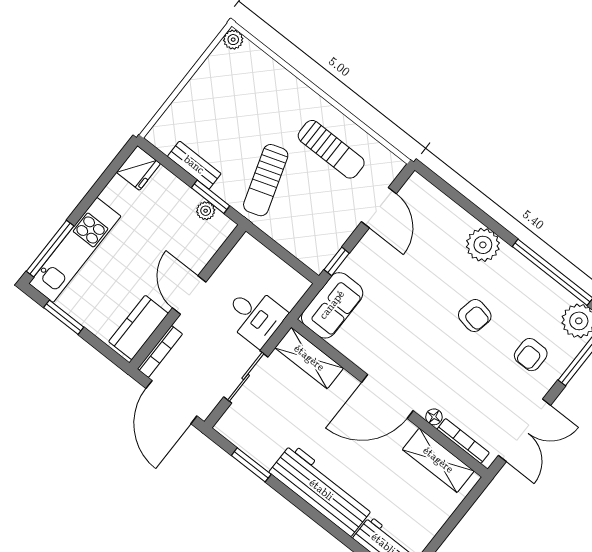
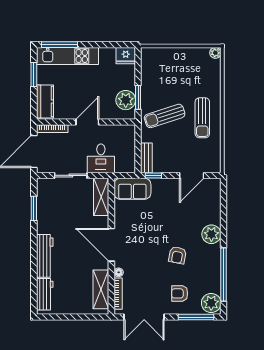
sun lounger: (331, 149) -> (202, 118), moved
bench: (194, 165) -> (146, 158), moved
plant: (206, 211) -> (126, 100), width x1.88, depth x1.88
kitchen counter: (139, 327) -> (45, 102), moved, turned 90
workbench: (321, 490) -> (45, 256), width x0.73, depth x0.76

